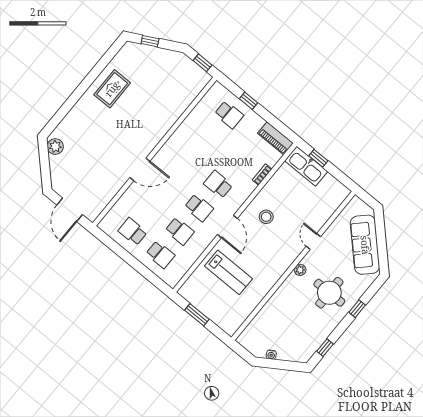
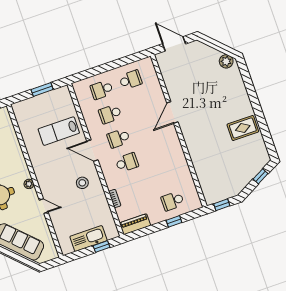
rug: (112, 89) -> (243, 128), turned 90
kitchen sink: (306, 166) -> (88, 239), moved

